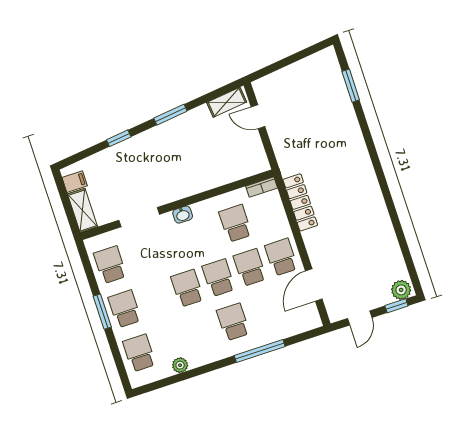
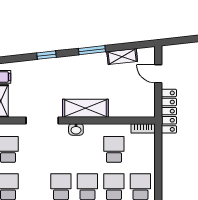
shelving: (227, 102) -> (122, 57), moved
shelving: (185, 186) -> (85, 108), added
locker: (300, 202) -> (169, 111), moved

